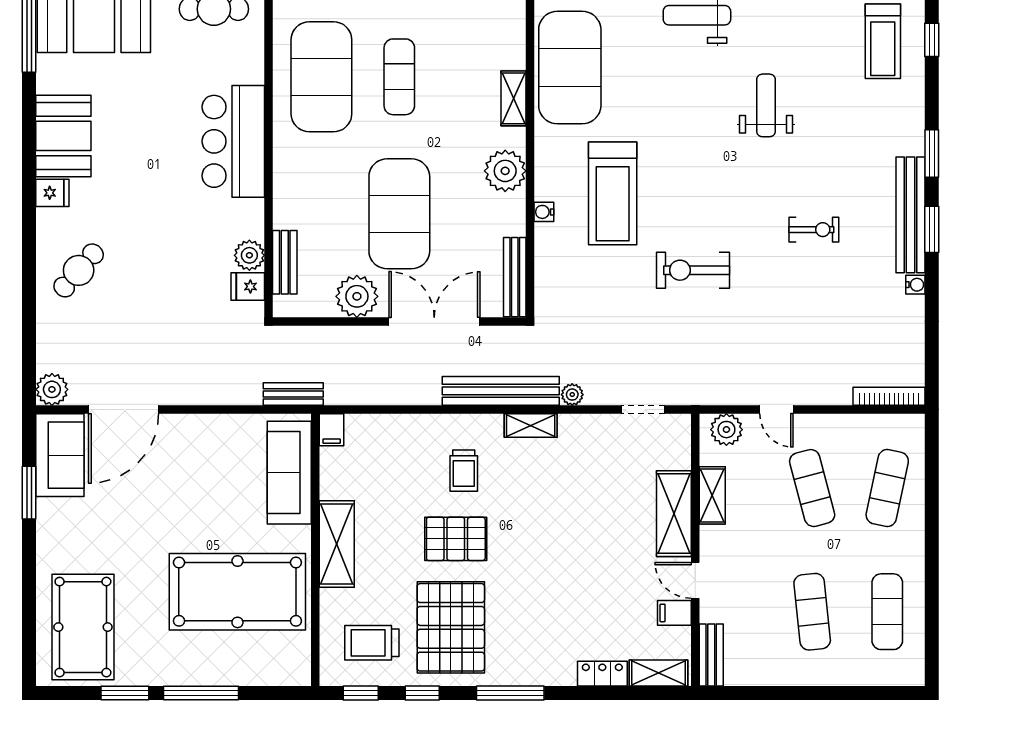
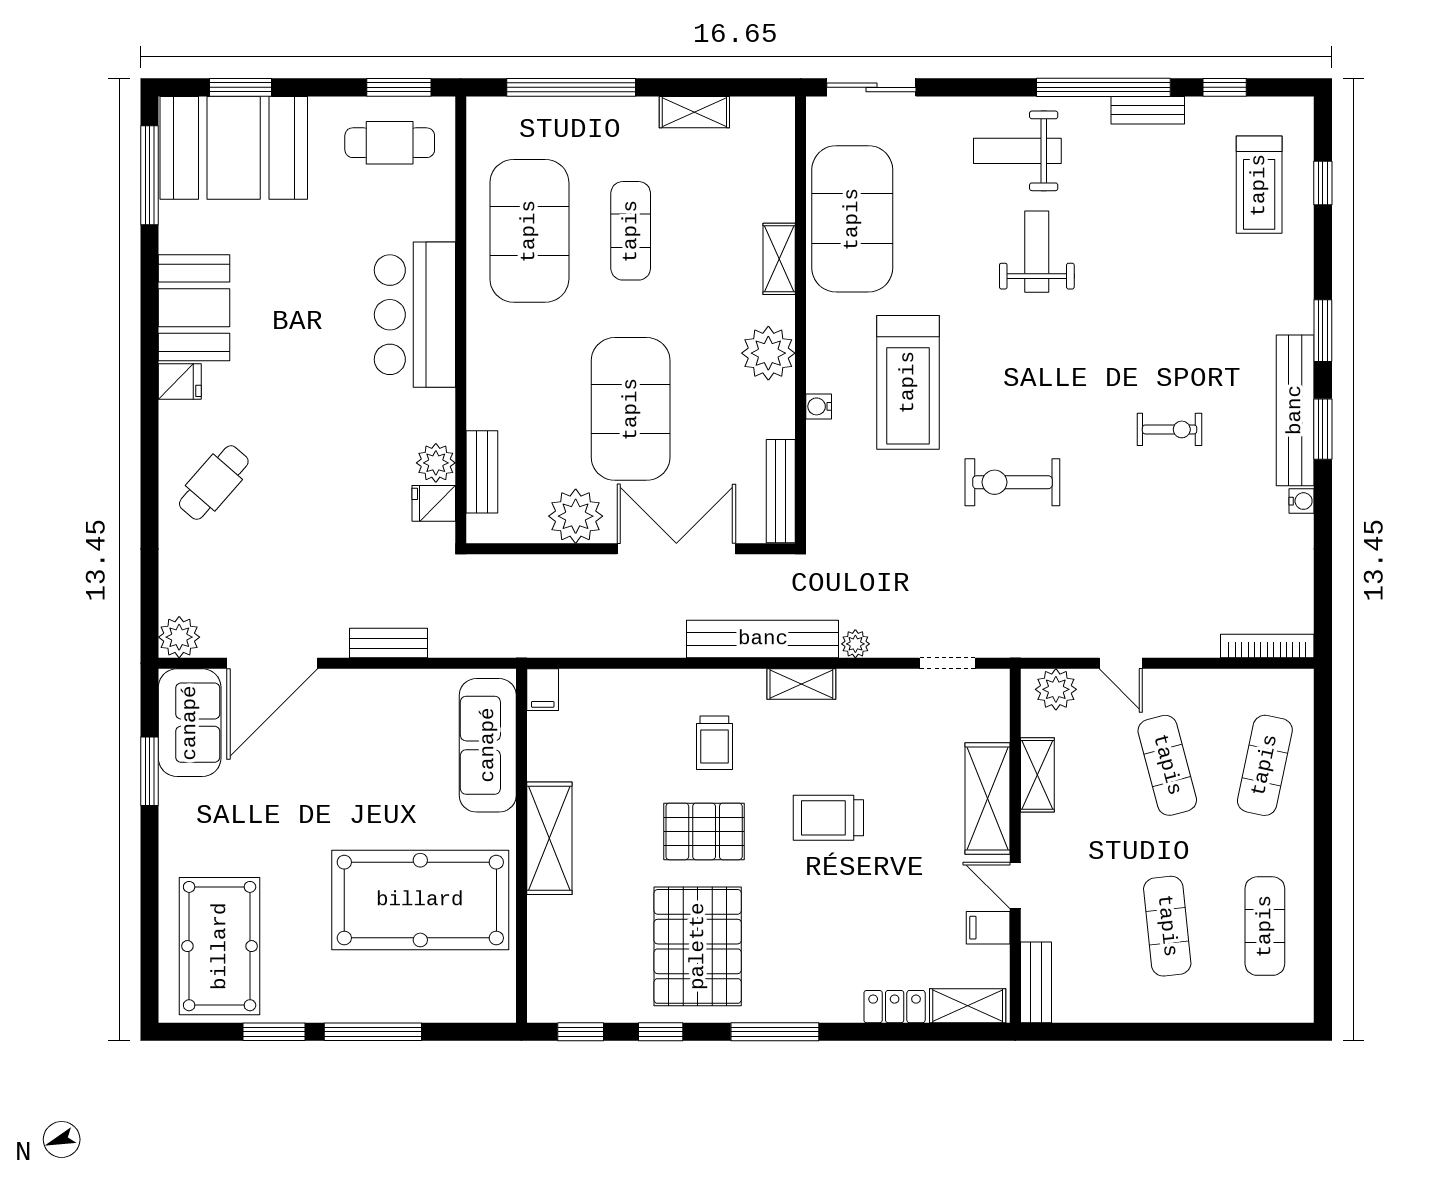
weight bench: (766, 105) -> (1037, 252), moved
bench: (293, 394) -> (388, 643), moved
trolley: (372, 643) -> (828, 818), moved

